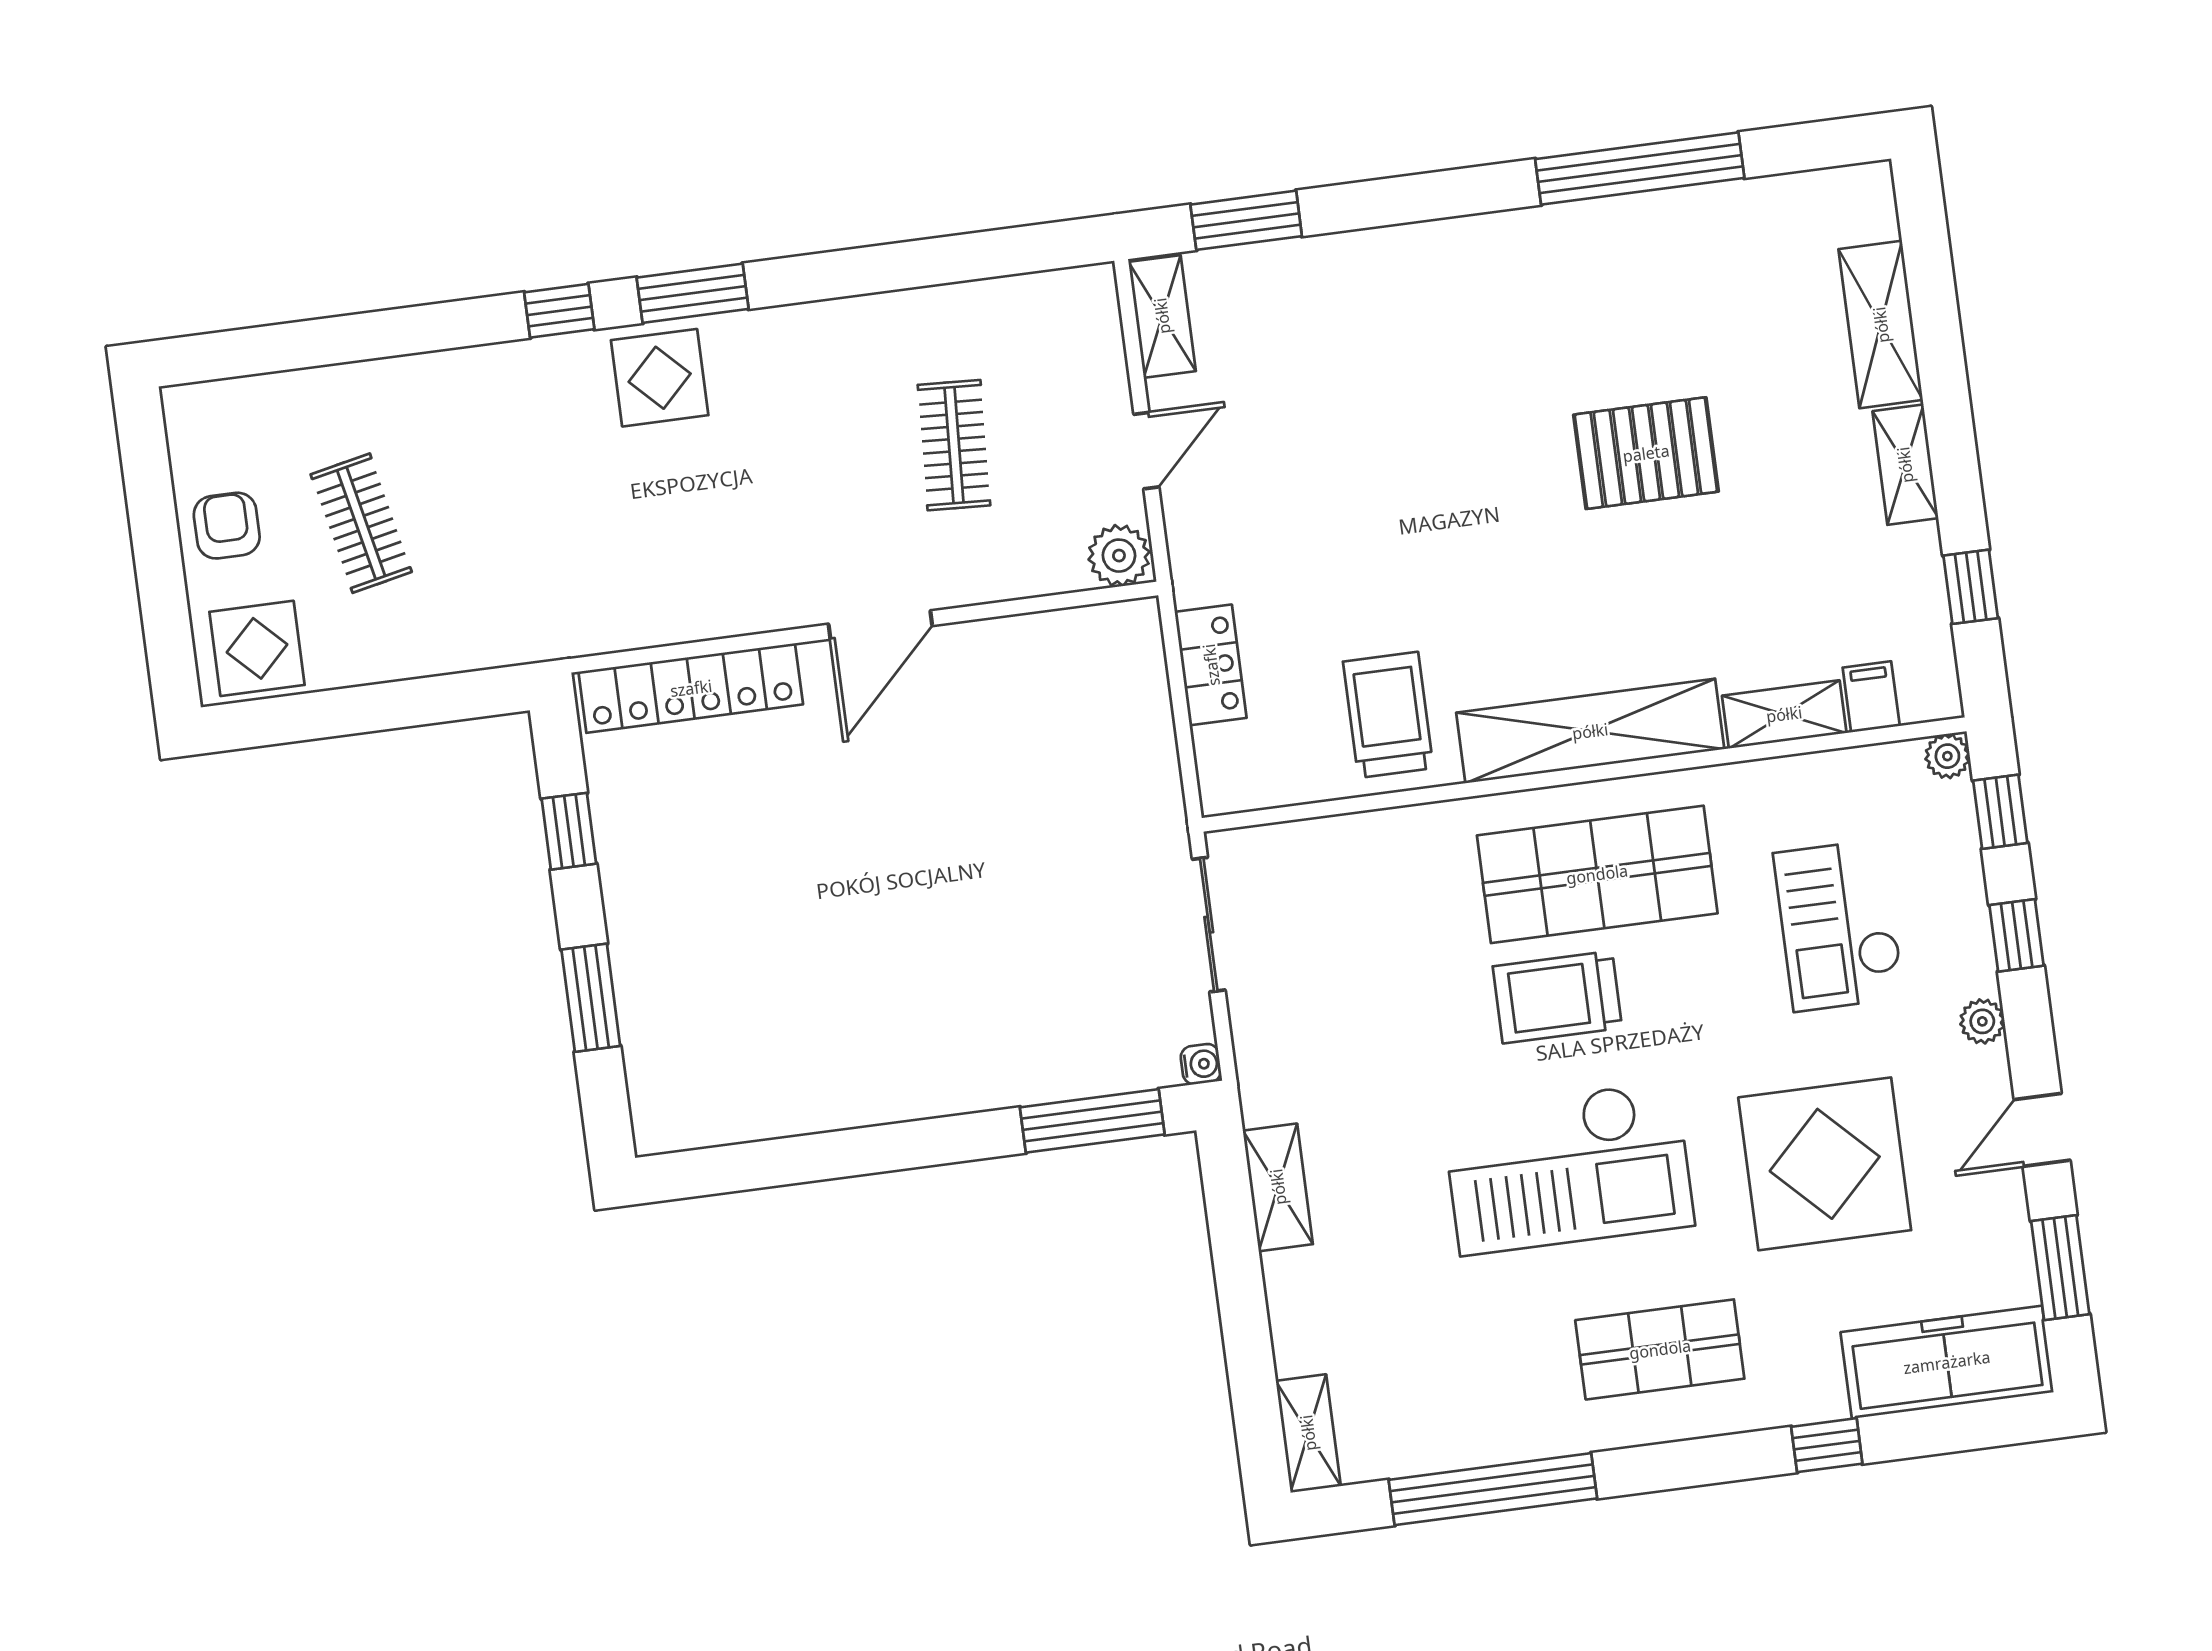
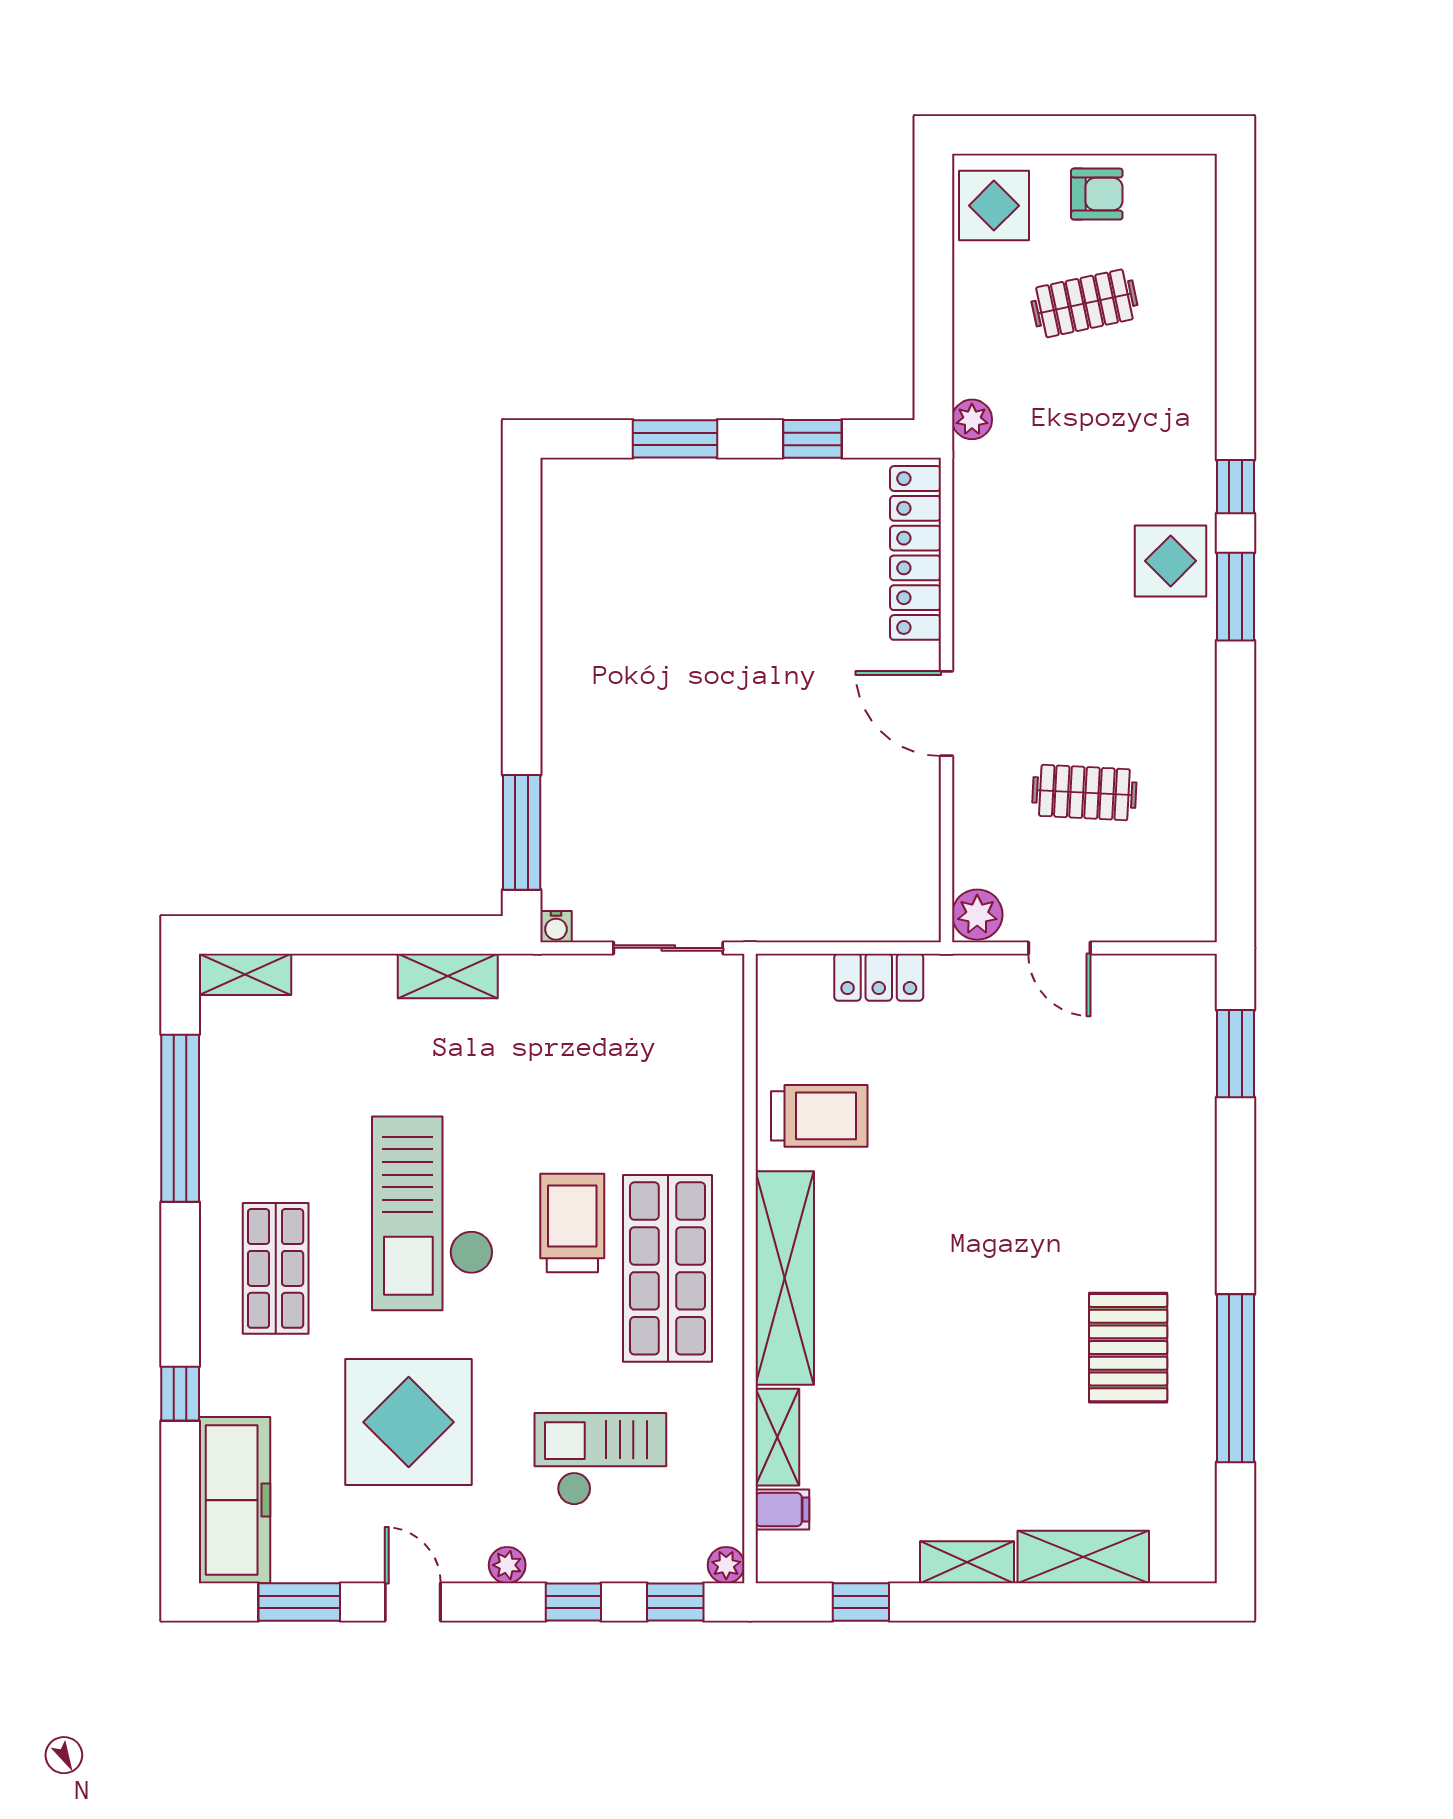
shelving: (1162, 316) -> (1167, 975), removed
pallet: (1646, 453) -> (1128, 1348), moved
plant: (520, 641) -> (972, 419), added

